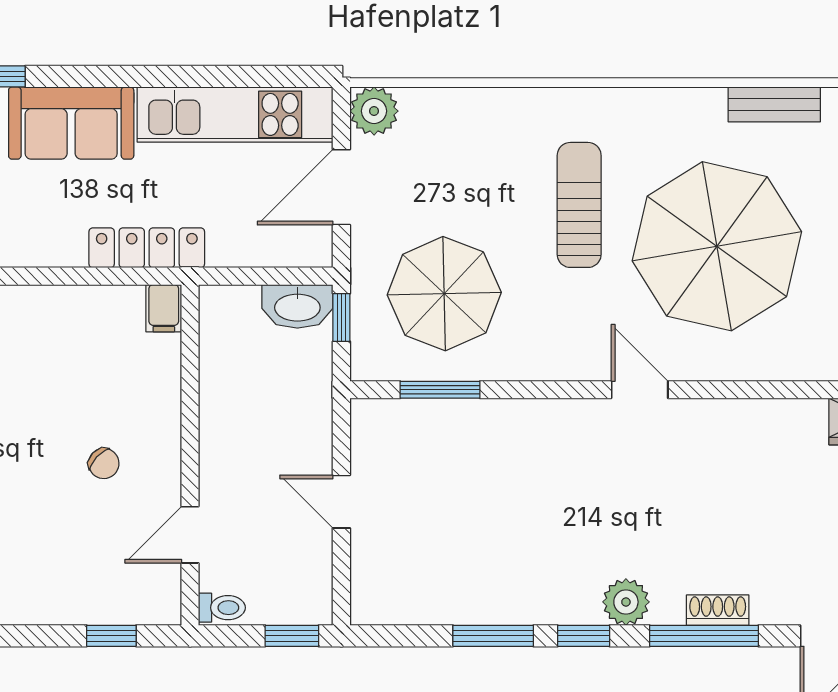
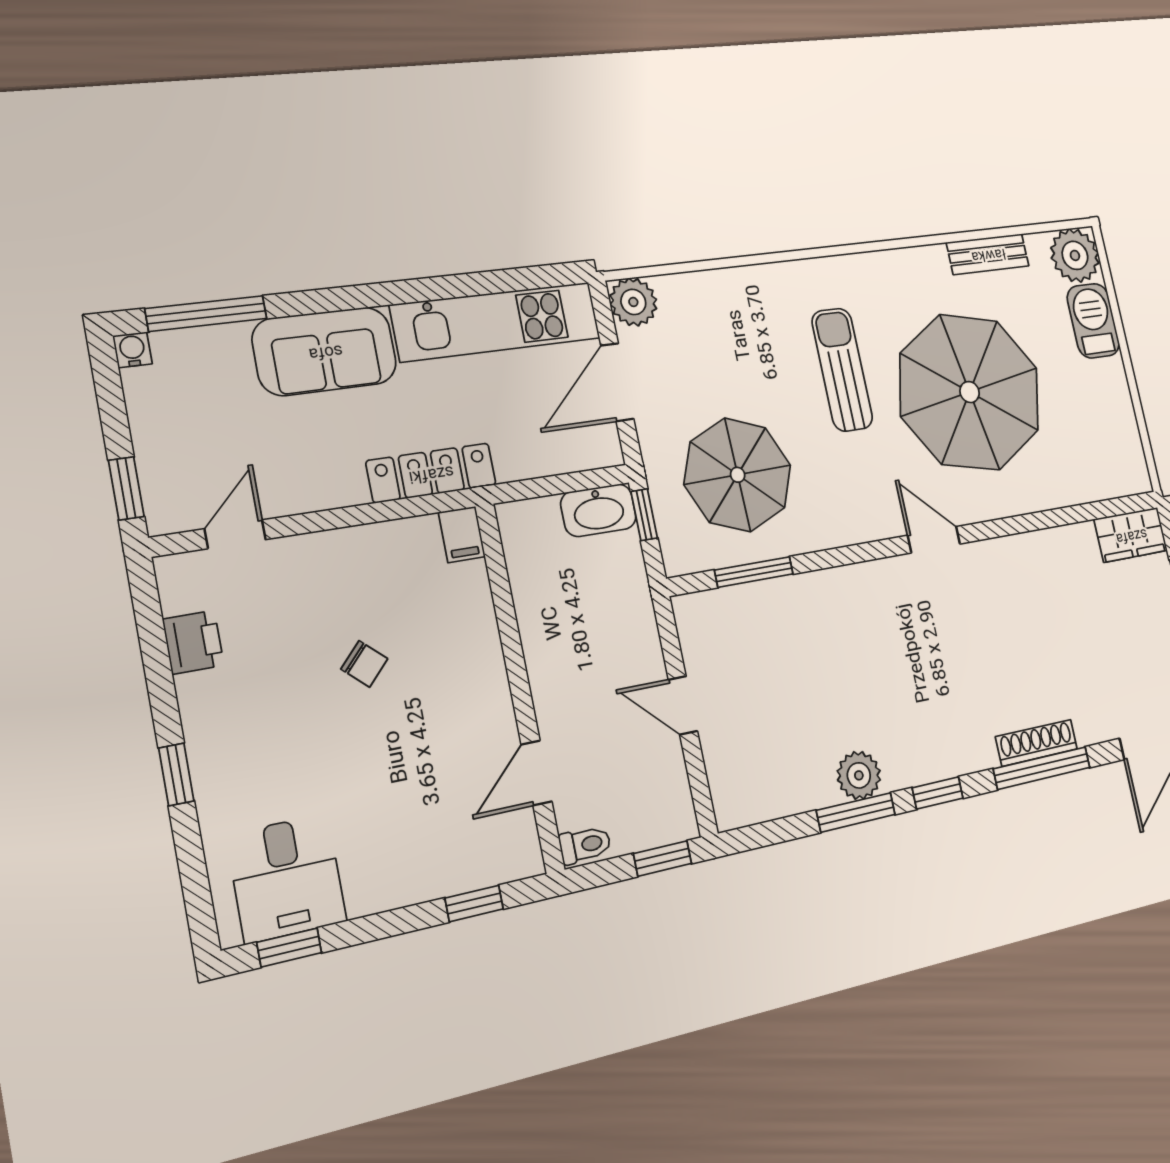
chair: (104, 463) -> (364, 664), moved
plant: (626, 602) -> (859, 775), moved
shoe rack: (718, 610) -> (1037, 743), width x1.43

